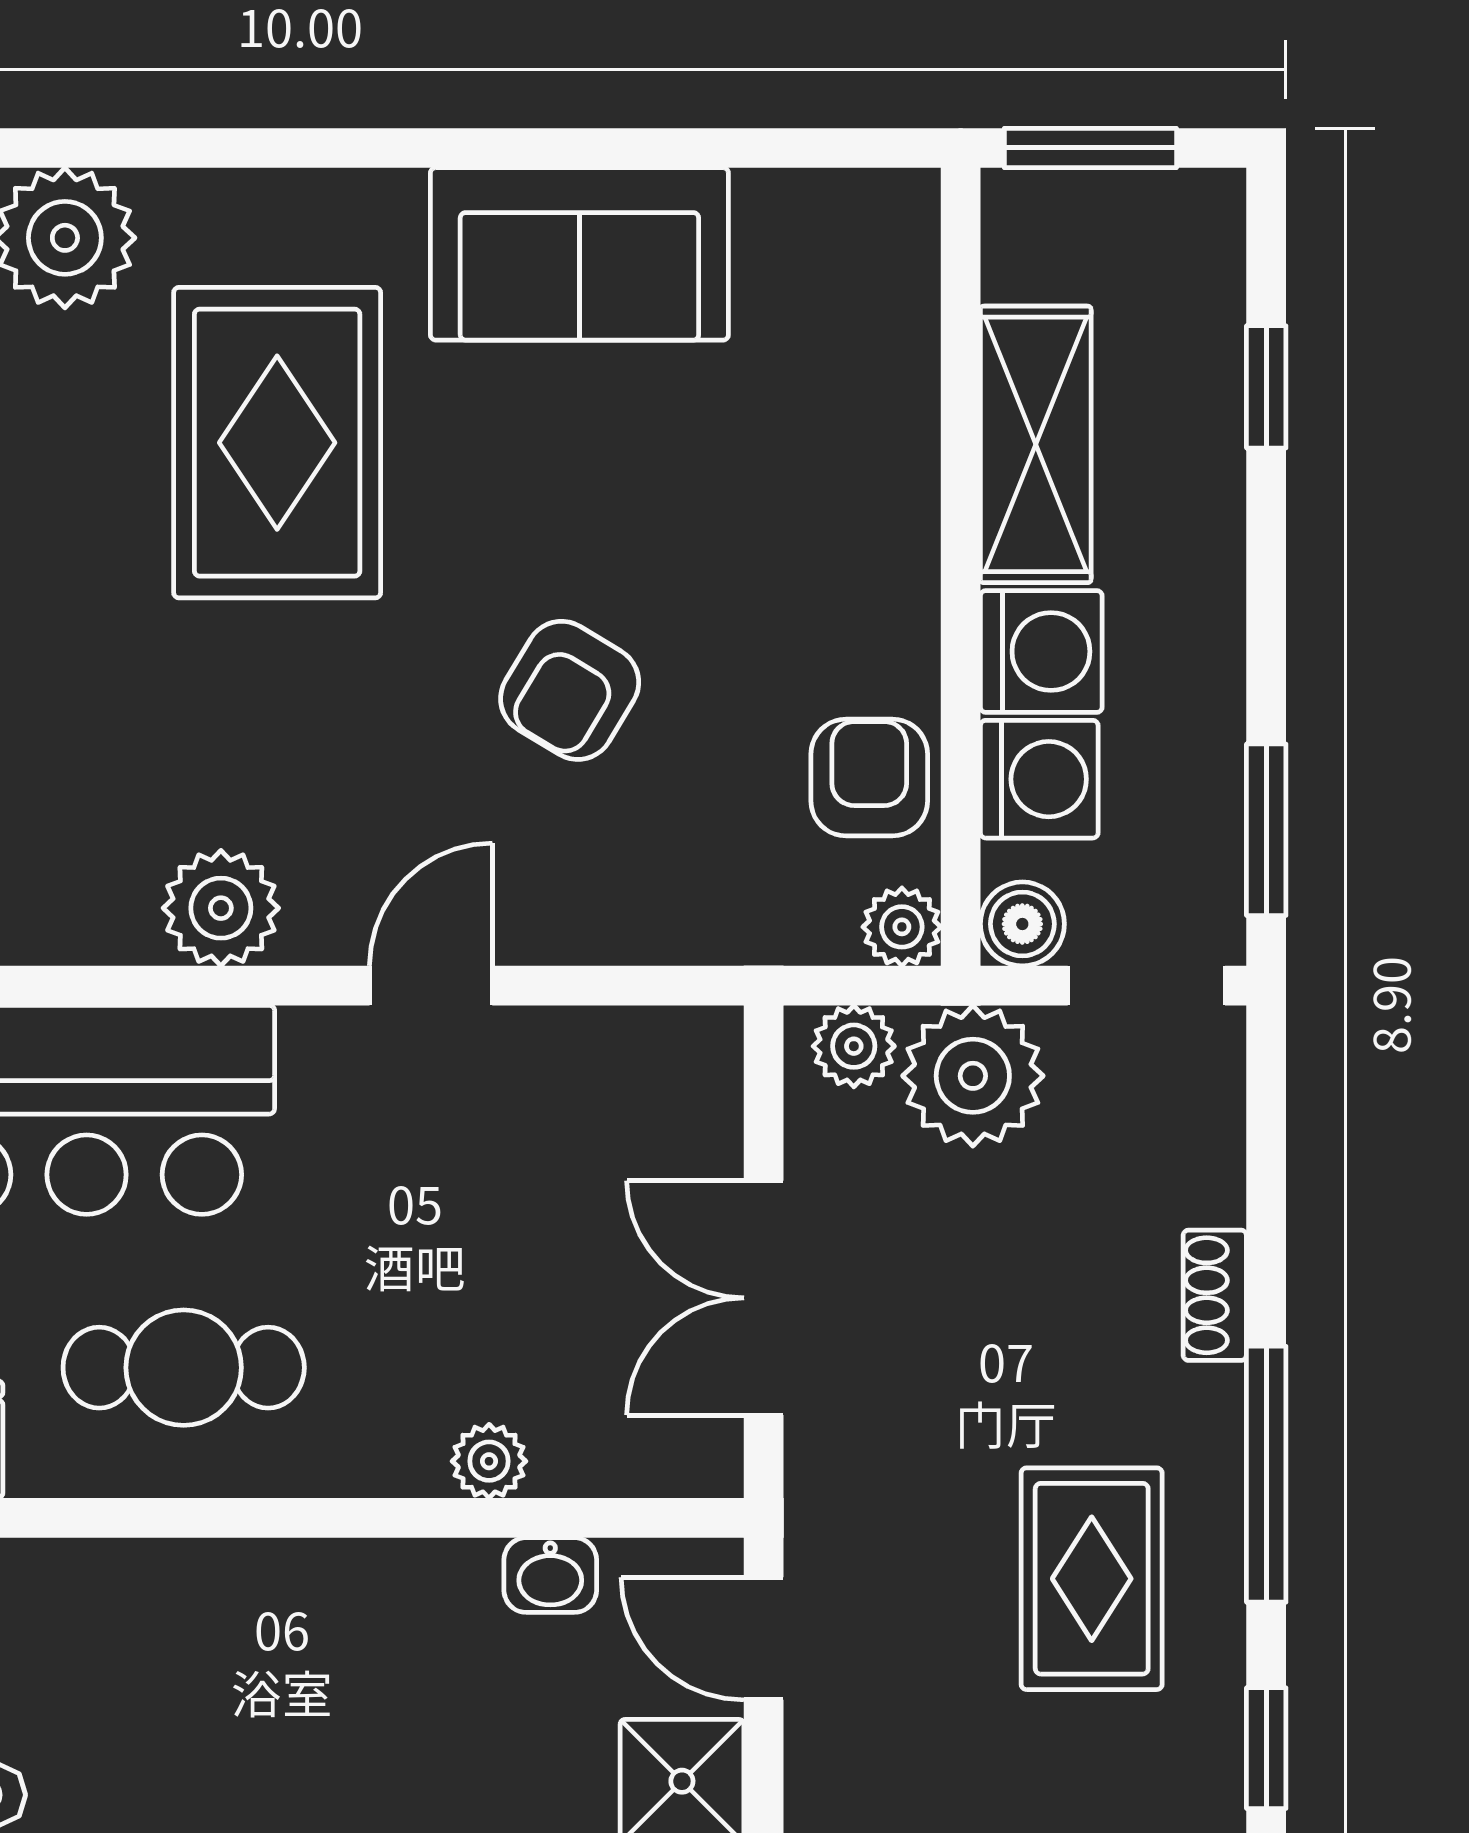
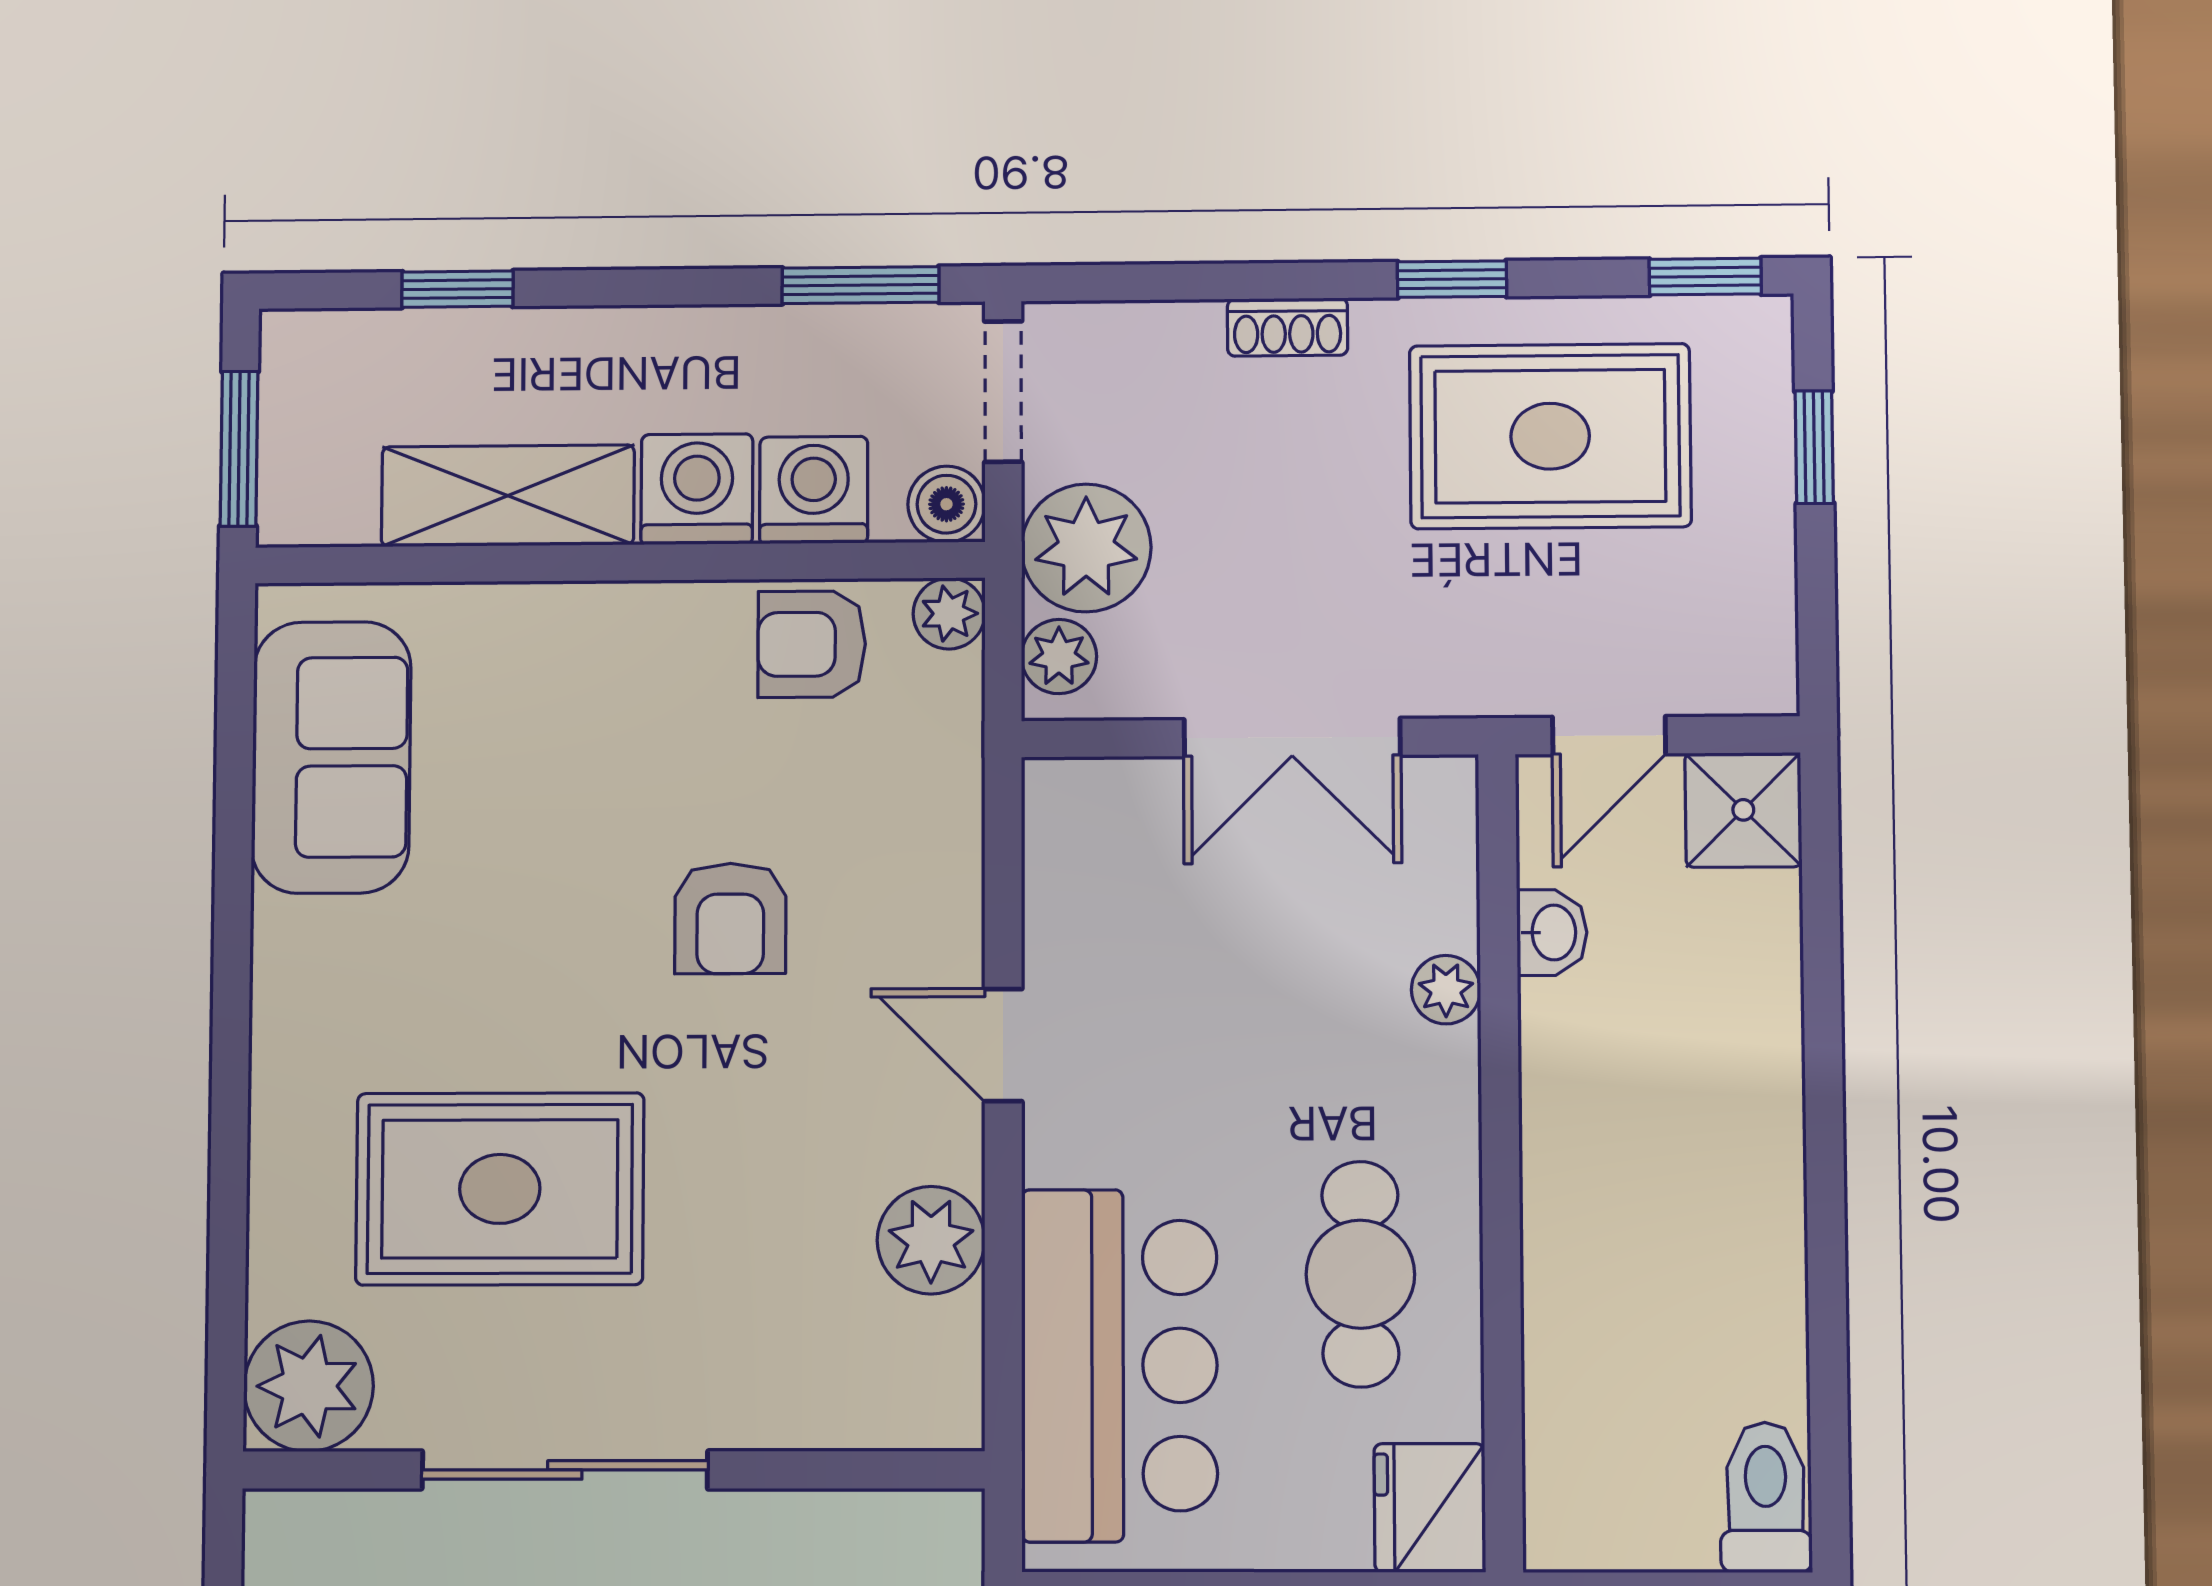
sofa: (579, 254) -> (331, 757), moved
armchair: (570, 690) -> (730, 918), turned 59
window: (1266, 1474) -> (1452, 279), width x0.46
rug: (1092, 1579) -> (1550, 436), width x1.36, depth x1.43

